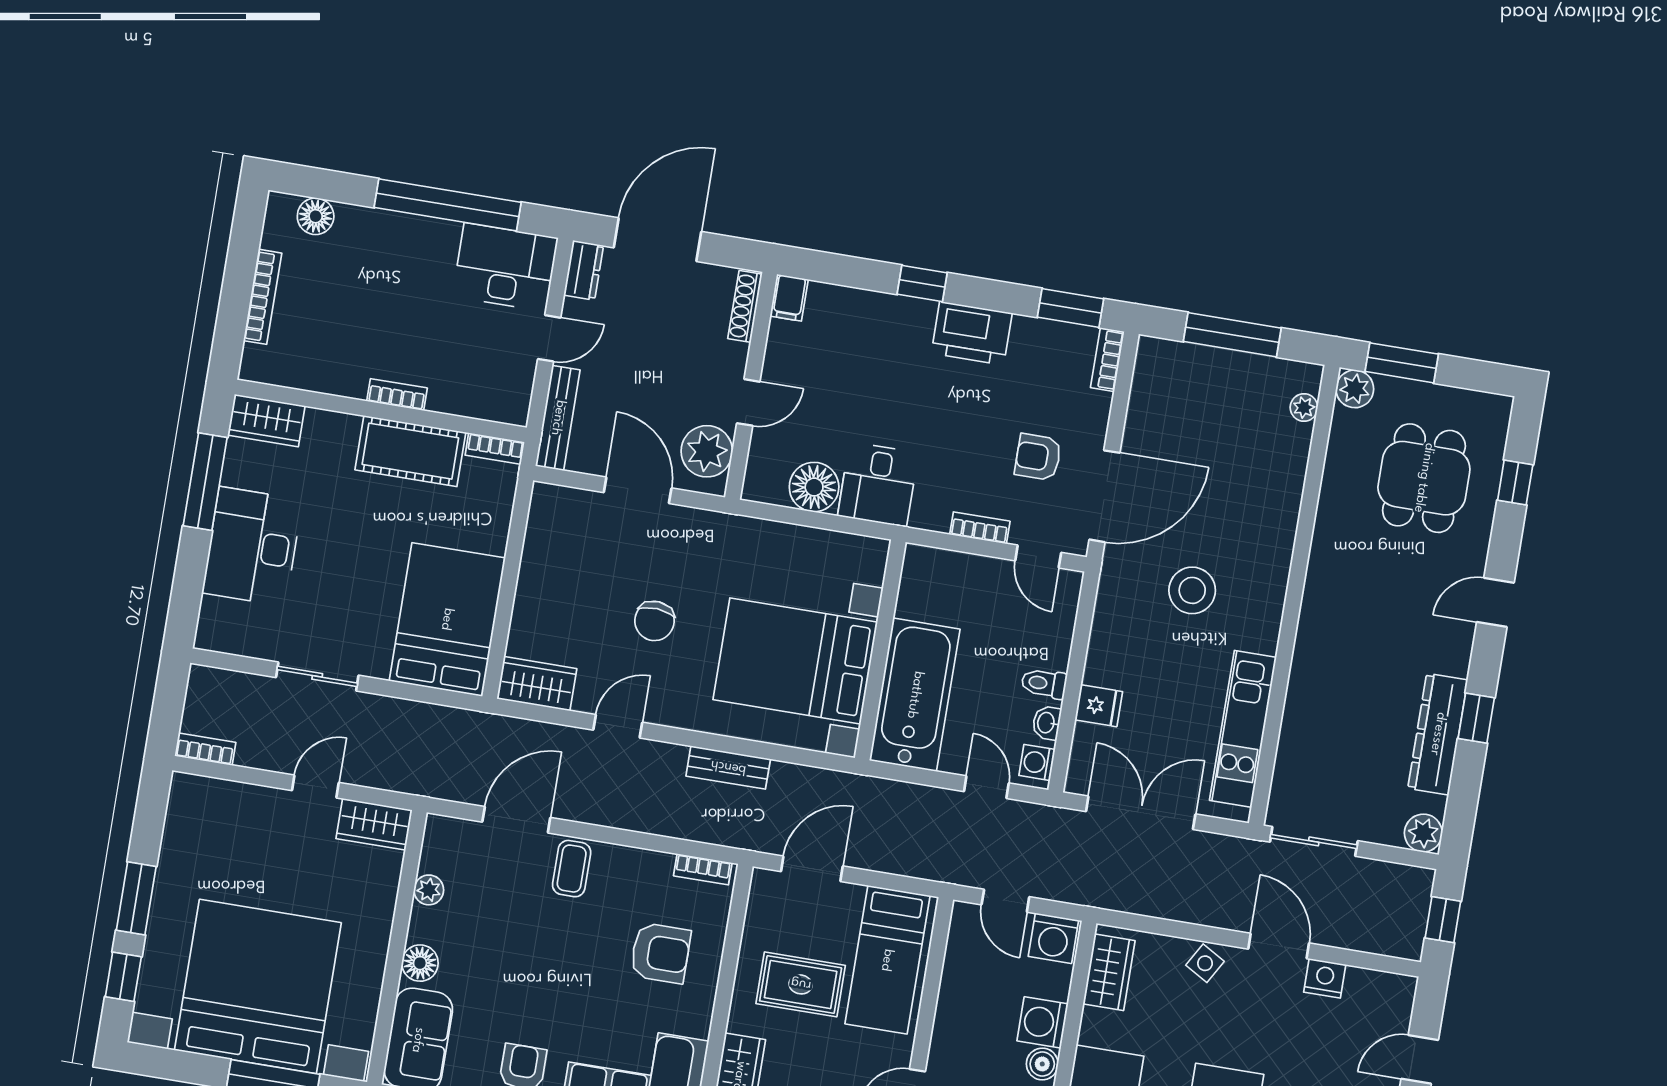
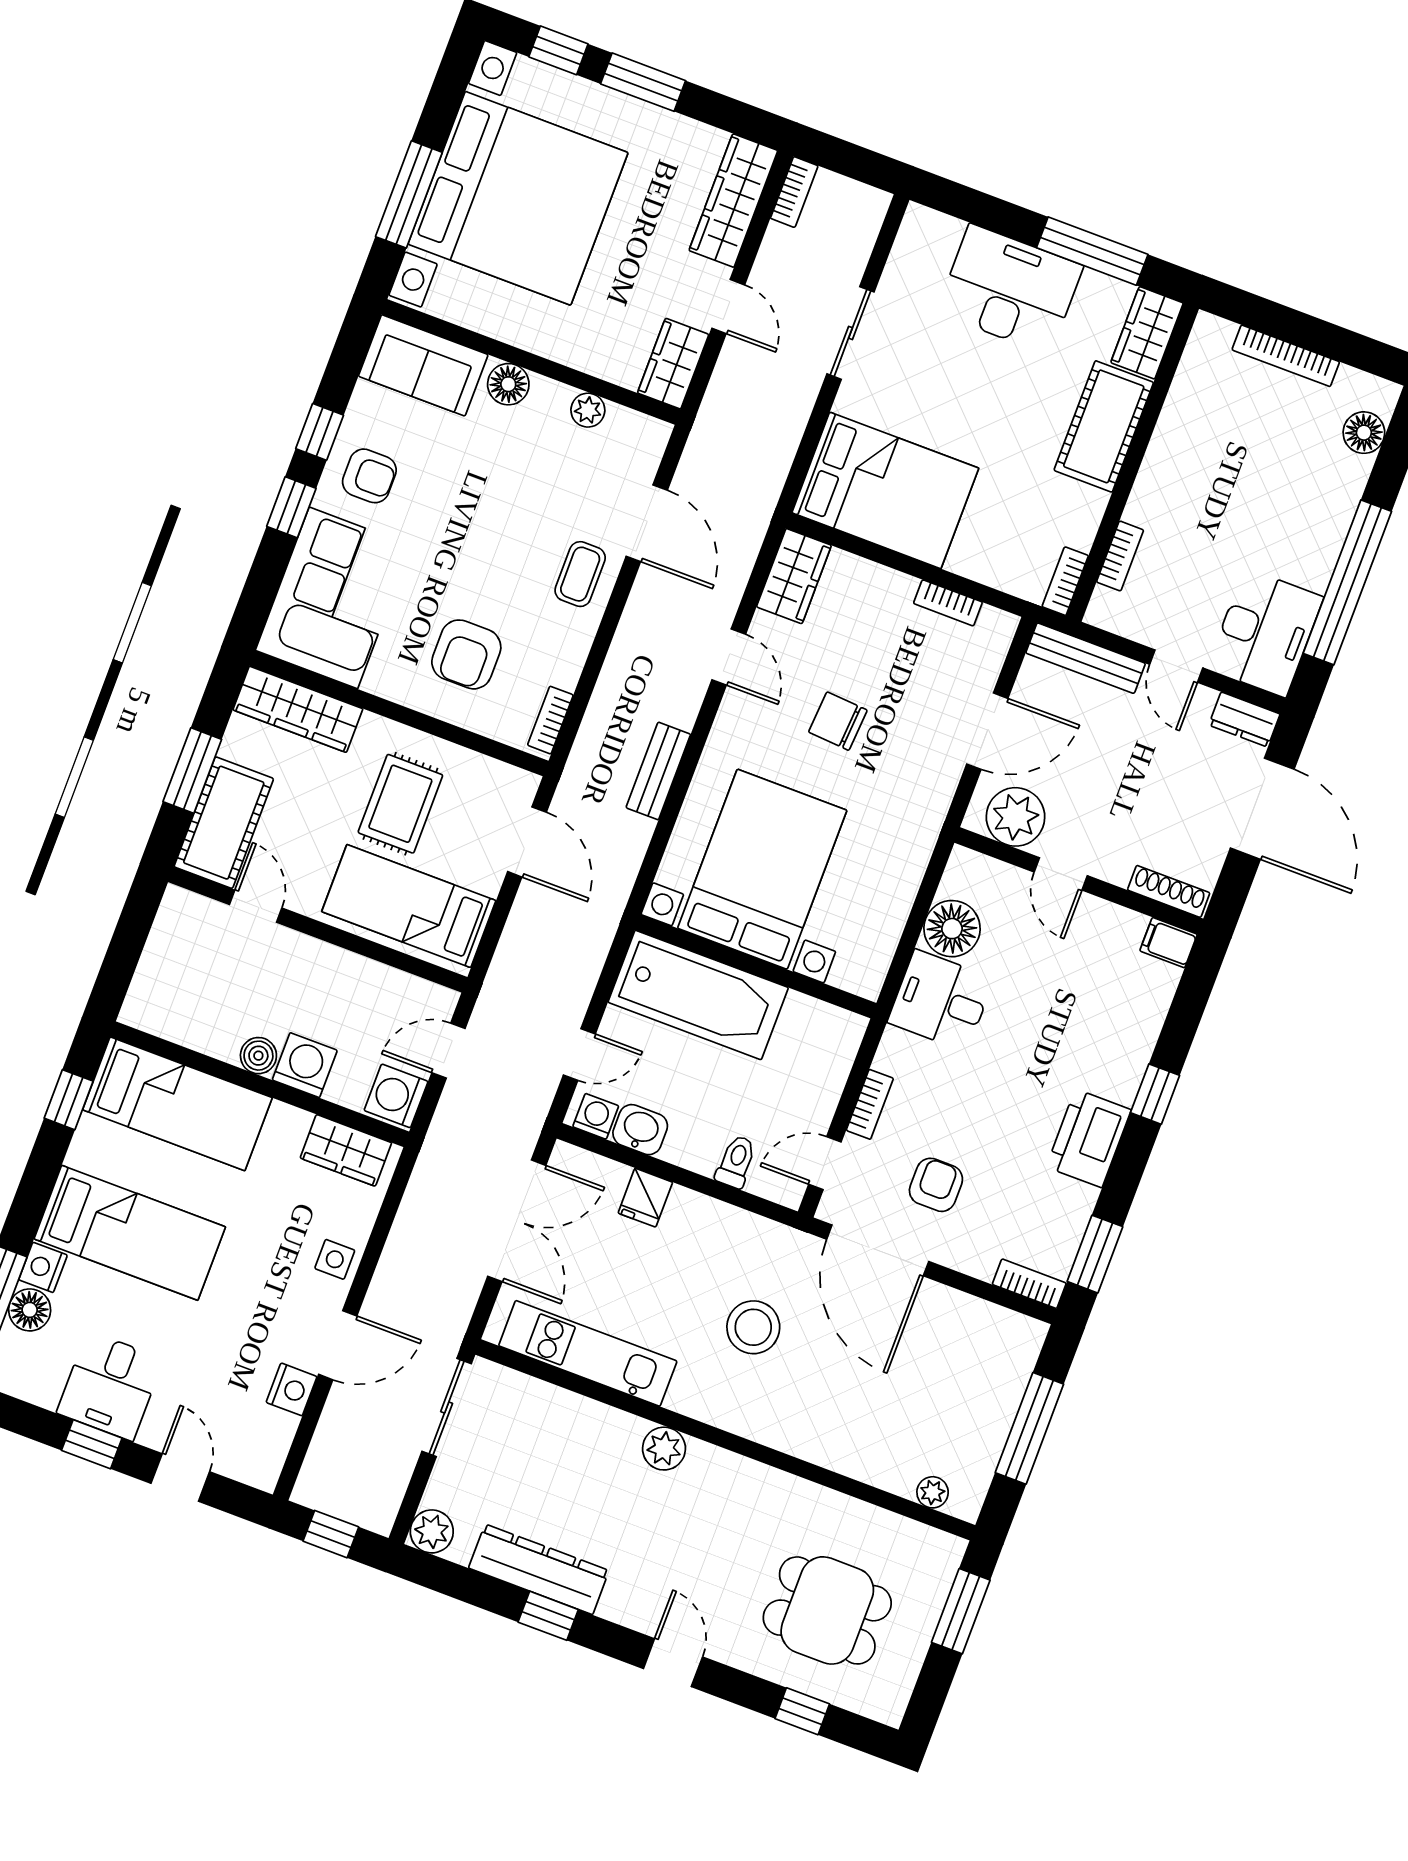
plant: (1355, 389) -> (664, 1449), moved
bookcase: (397, 395) -> (1120, 556), moved
cot: (410, 451) -> (1104, 426), moved
bookcase: (534, 546) -> (948, 603), added
toilet: (1044, 683) -> (736, 1162), moved
washbasin: (1047, 723) -> (640, 1130), width x1.38, depth x1.45
wardrobe: (223, 800) -> (733, 201), added
coffee table: (572, 869) -> (580, 574), turned 90
side table: (1205, 963) -> (335, 1259), turned -30

